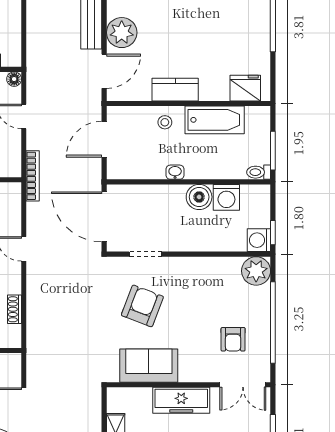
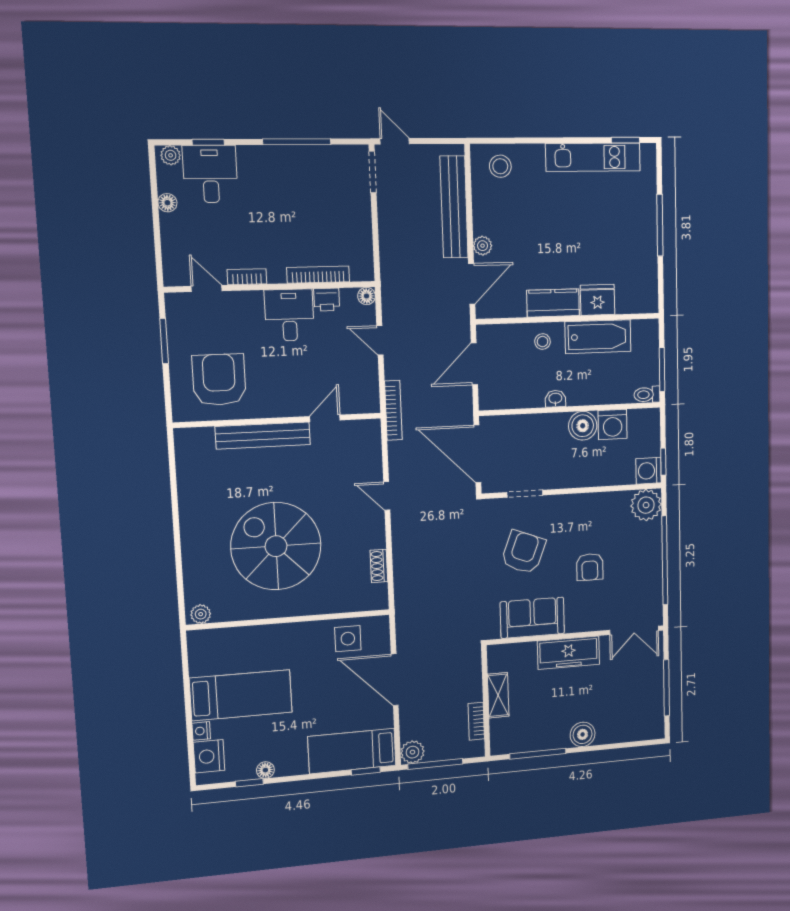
plant: (122, 33) -> (483, 246), width x0.53, depth x0.53
fridge: (245, 88) -> (597, 300), moved
armchair: (233, 339) -> (590, 567), moved

